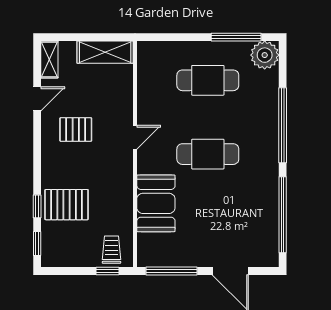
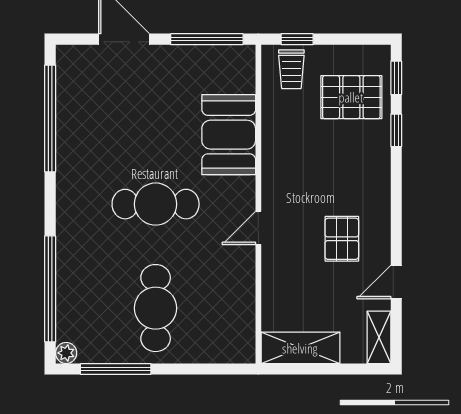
plant: (265, 55) -> (66, 353), width x0.53, depth x0.53
cafe table: (208, 80) -> (156, 308), turned 90
window: (283, 125) -> (50, 289), moved
pallet: (76, 129) -> (342, 239), turned 90
pallet: (67, 205) -> (351, 97), moved

